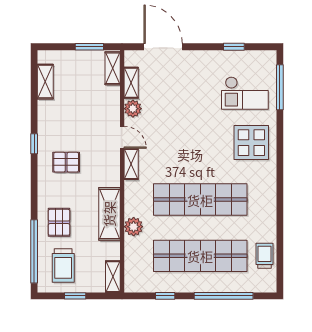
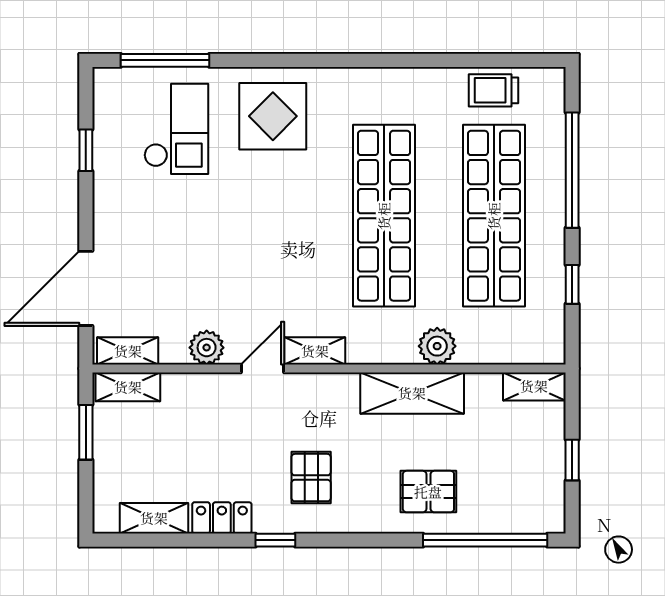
shelving: (131, 83) -> (128, 351), moved
locker: (46, 116) -> (222, 518), added
trolley: (63, 265) -> (513, 483), removed

